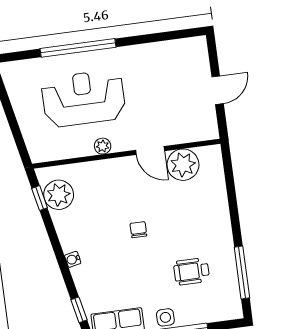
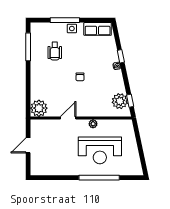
door: (150, 151) -> (68, 118), hinge flipped
plant: (183, 165) -> (39, 108), moved
wheelchair: (192, 271) -> (55, 51), turned 90
window: (79, 310) -> (121, 56), moved

